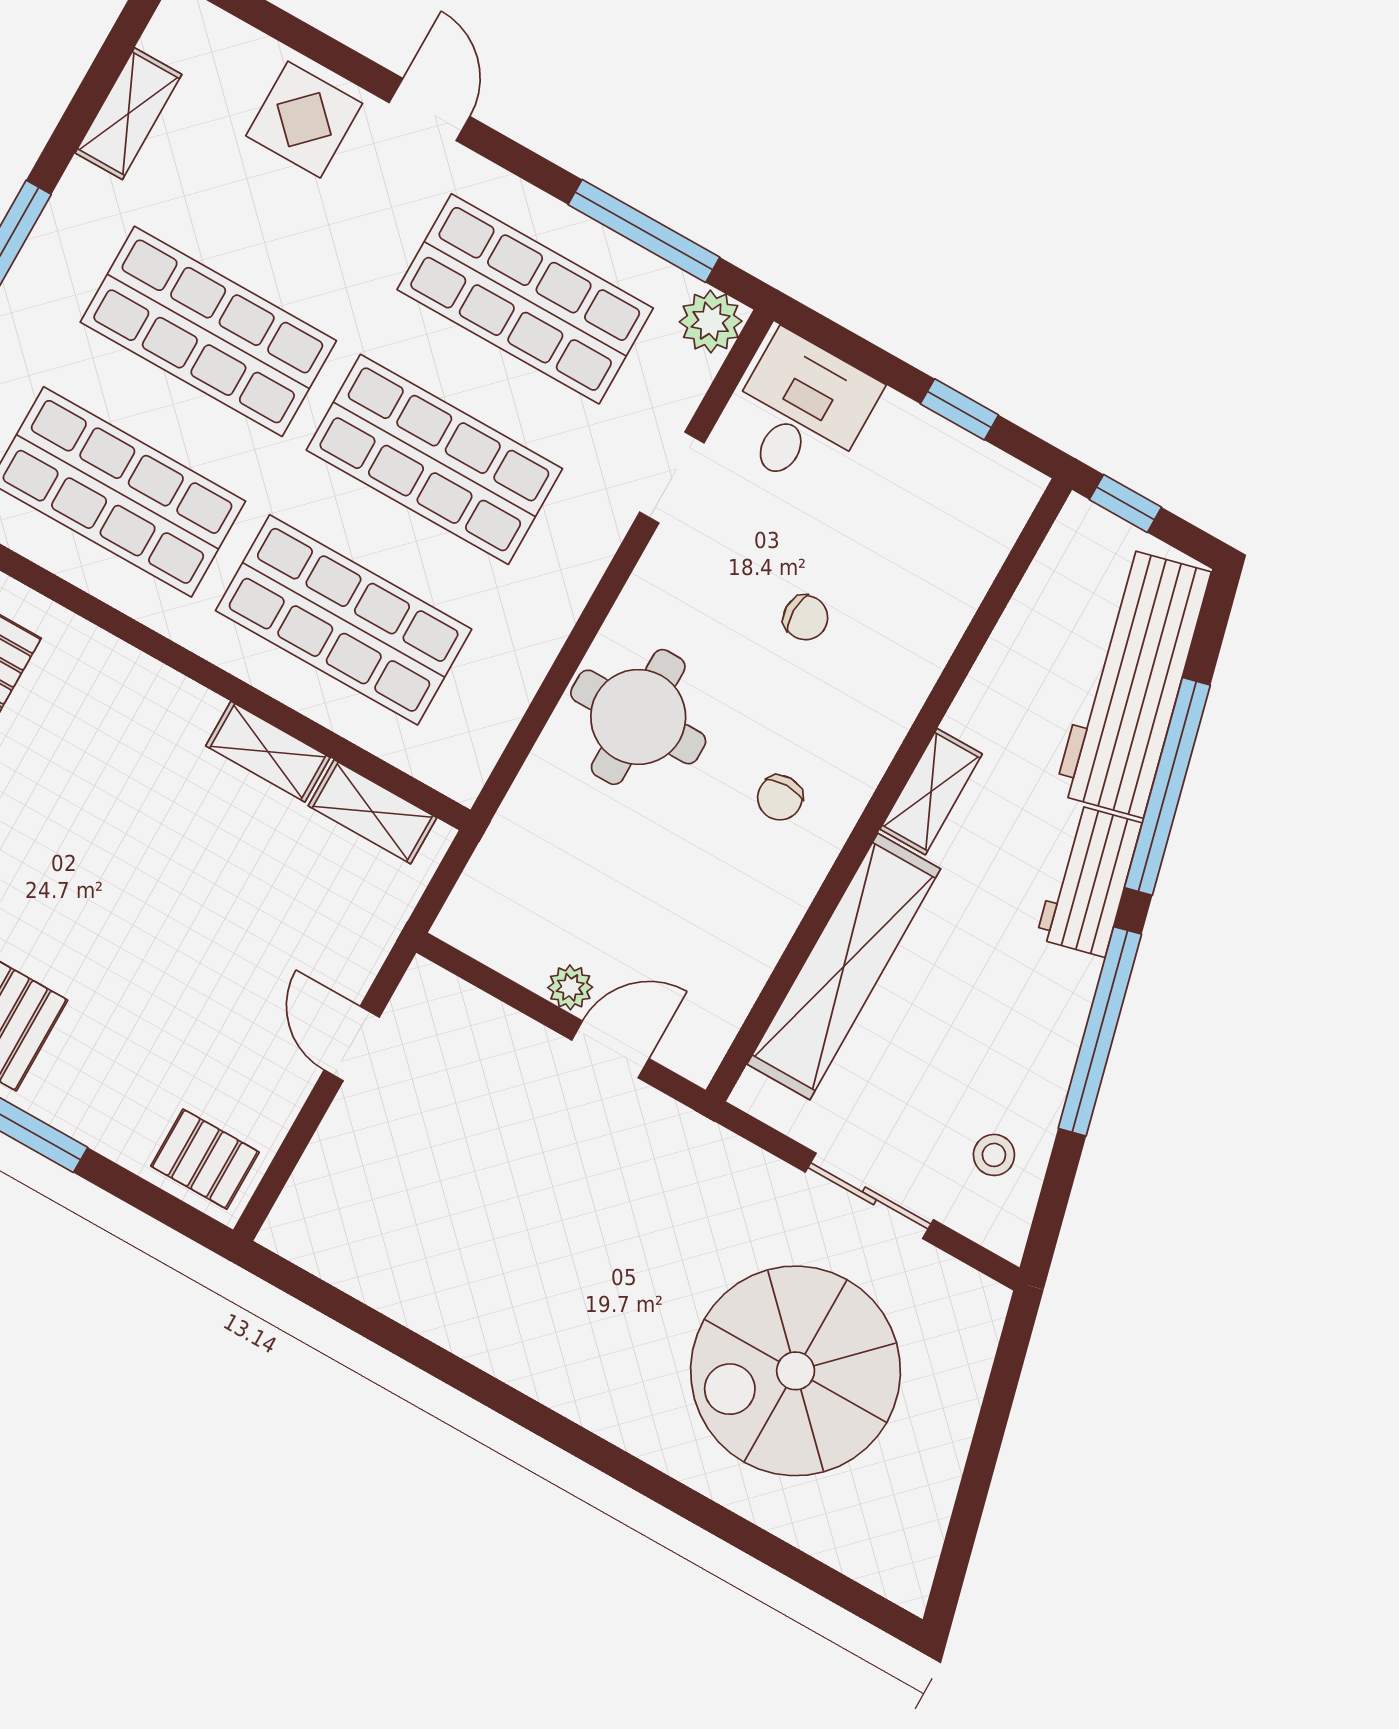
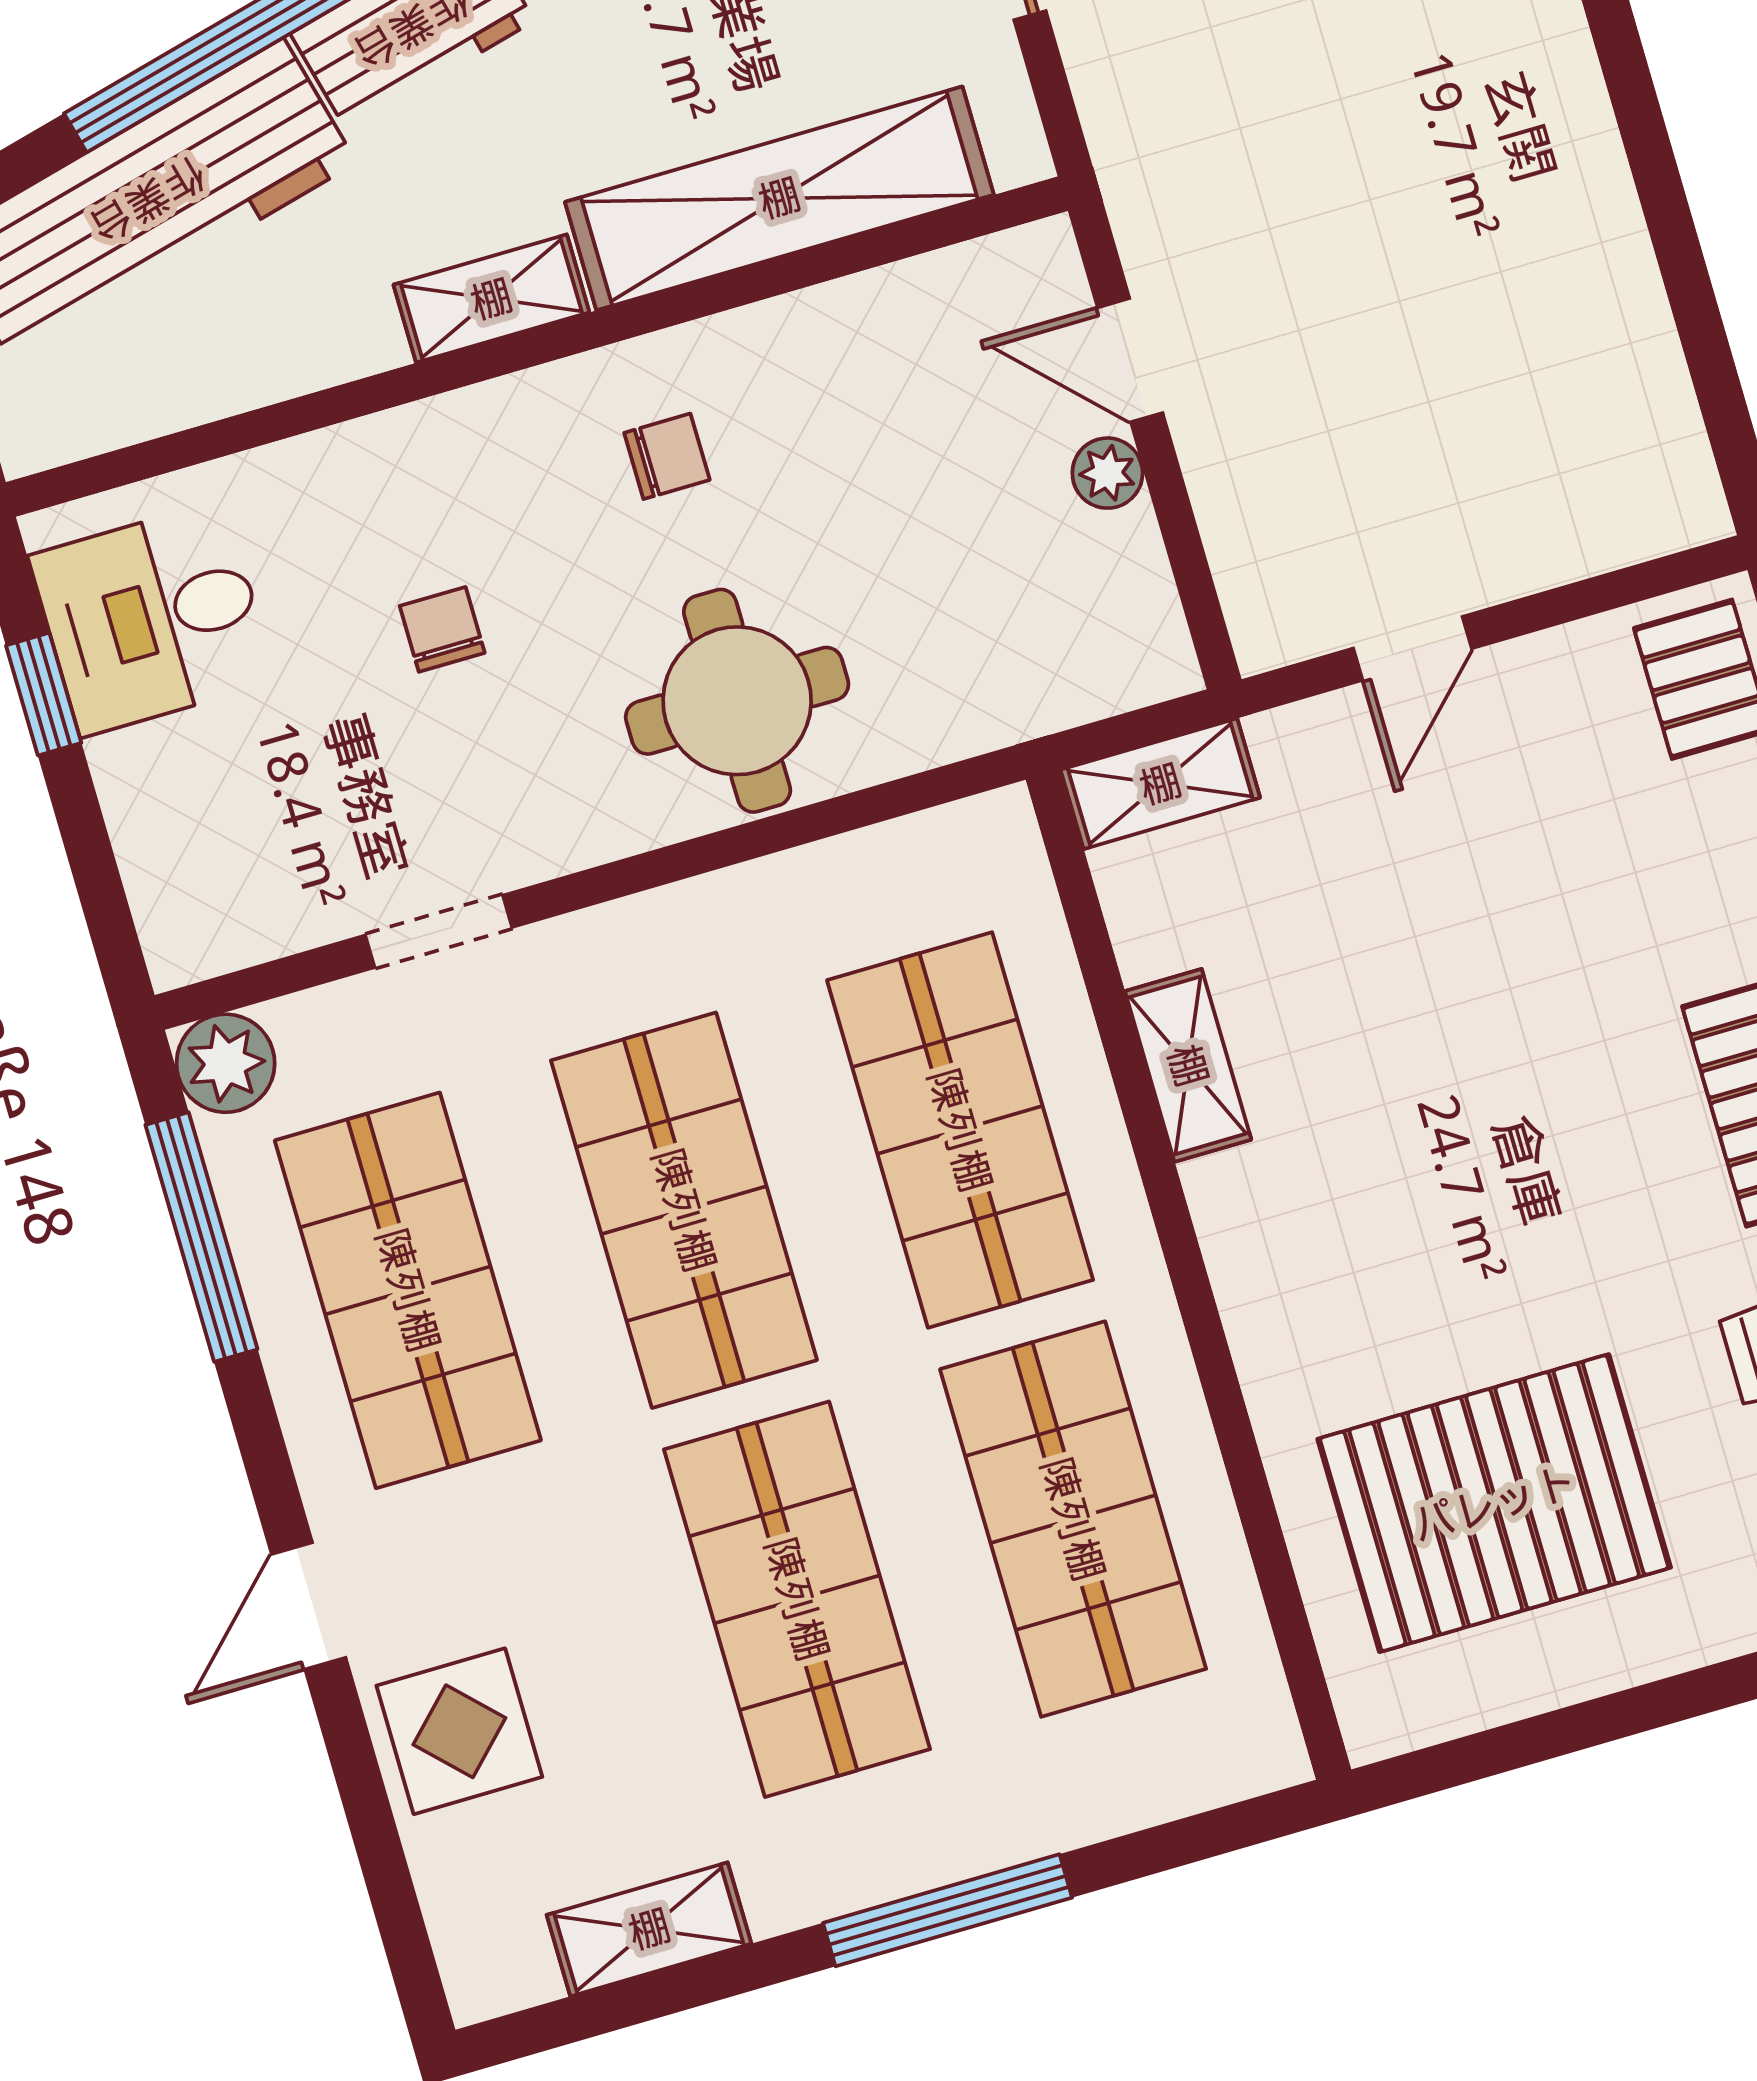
desk: (801, 412) -> (152, 618), moved
shelving: (372, 812) -> (1160, 784), moved, turned 90

